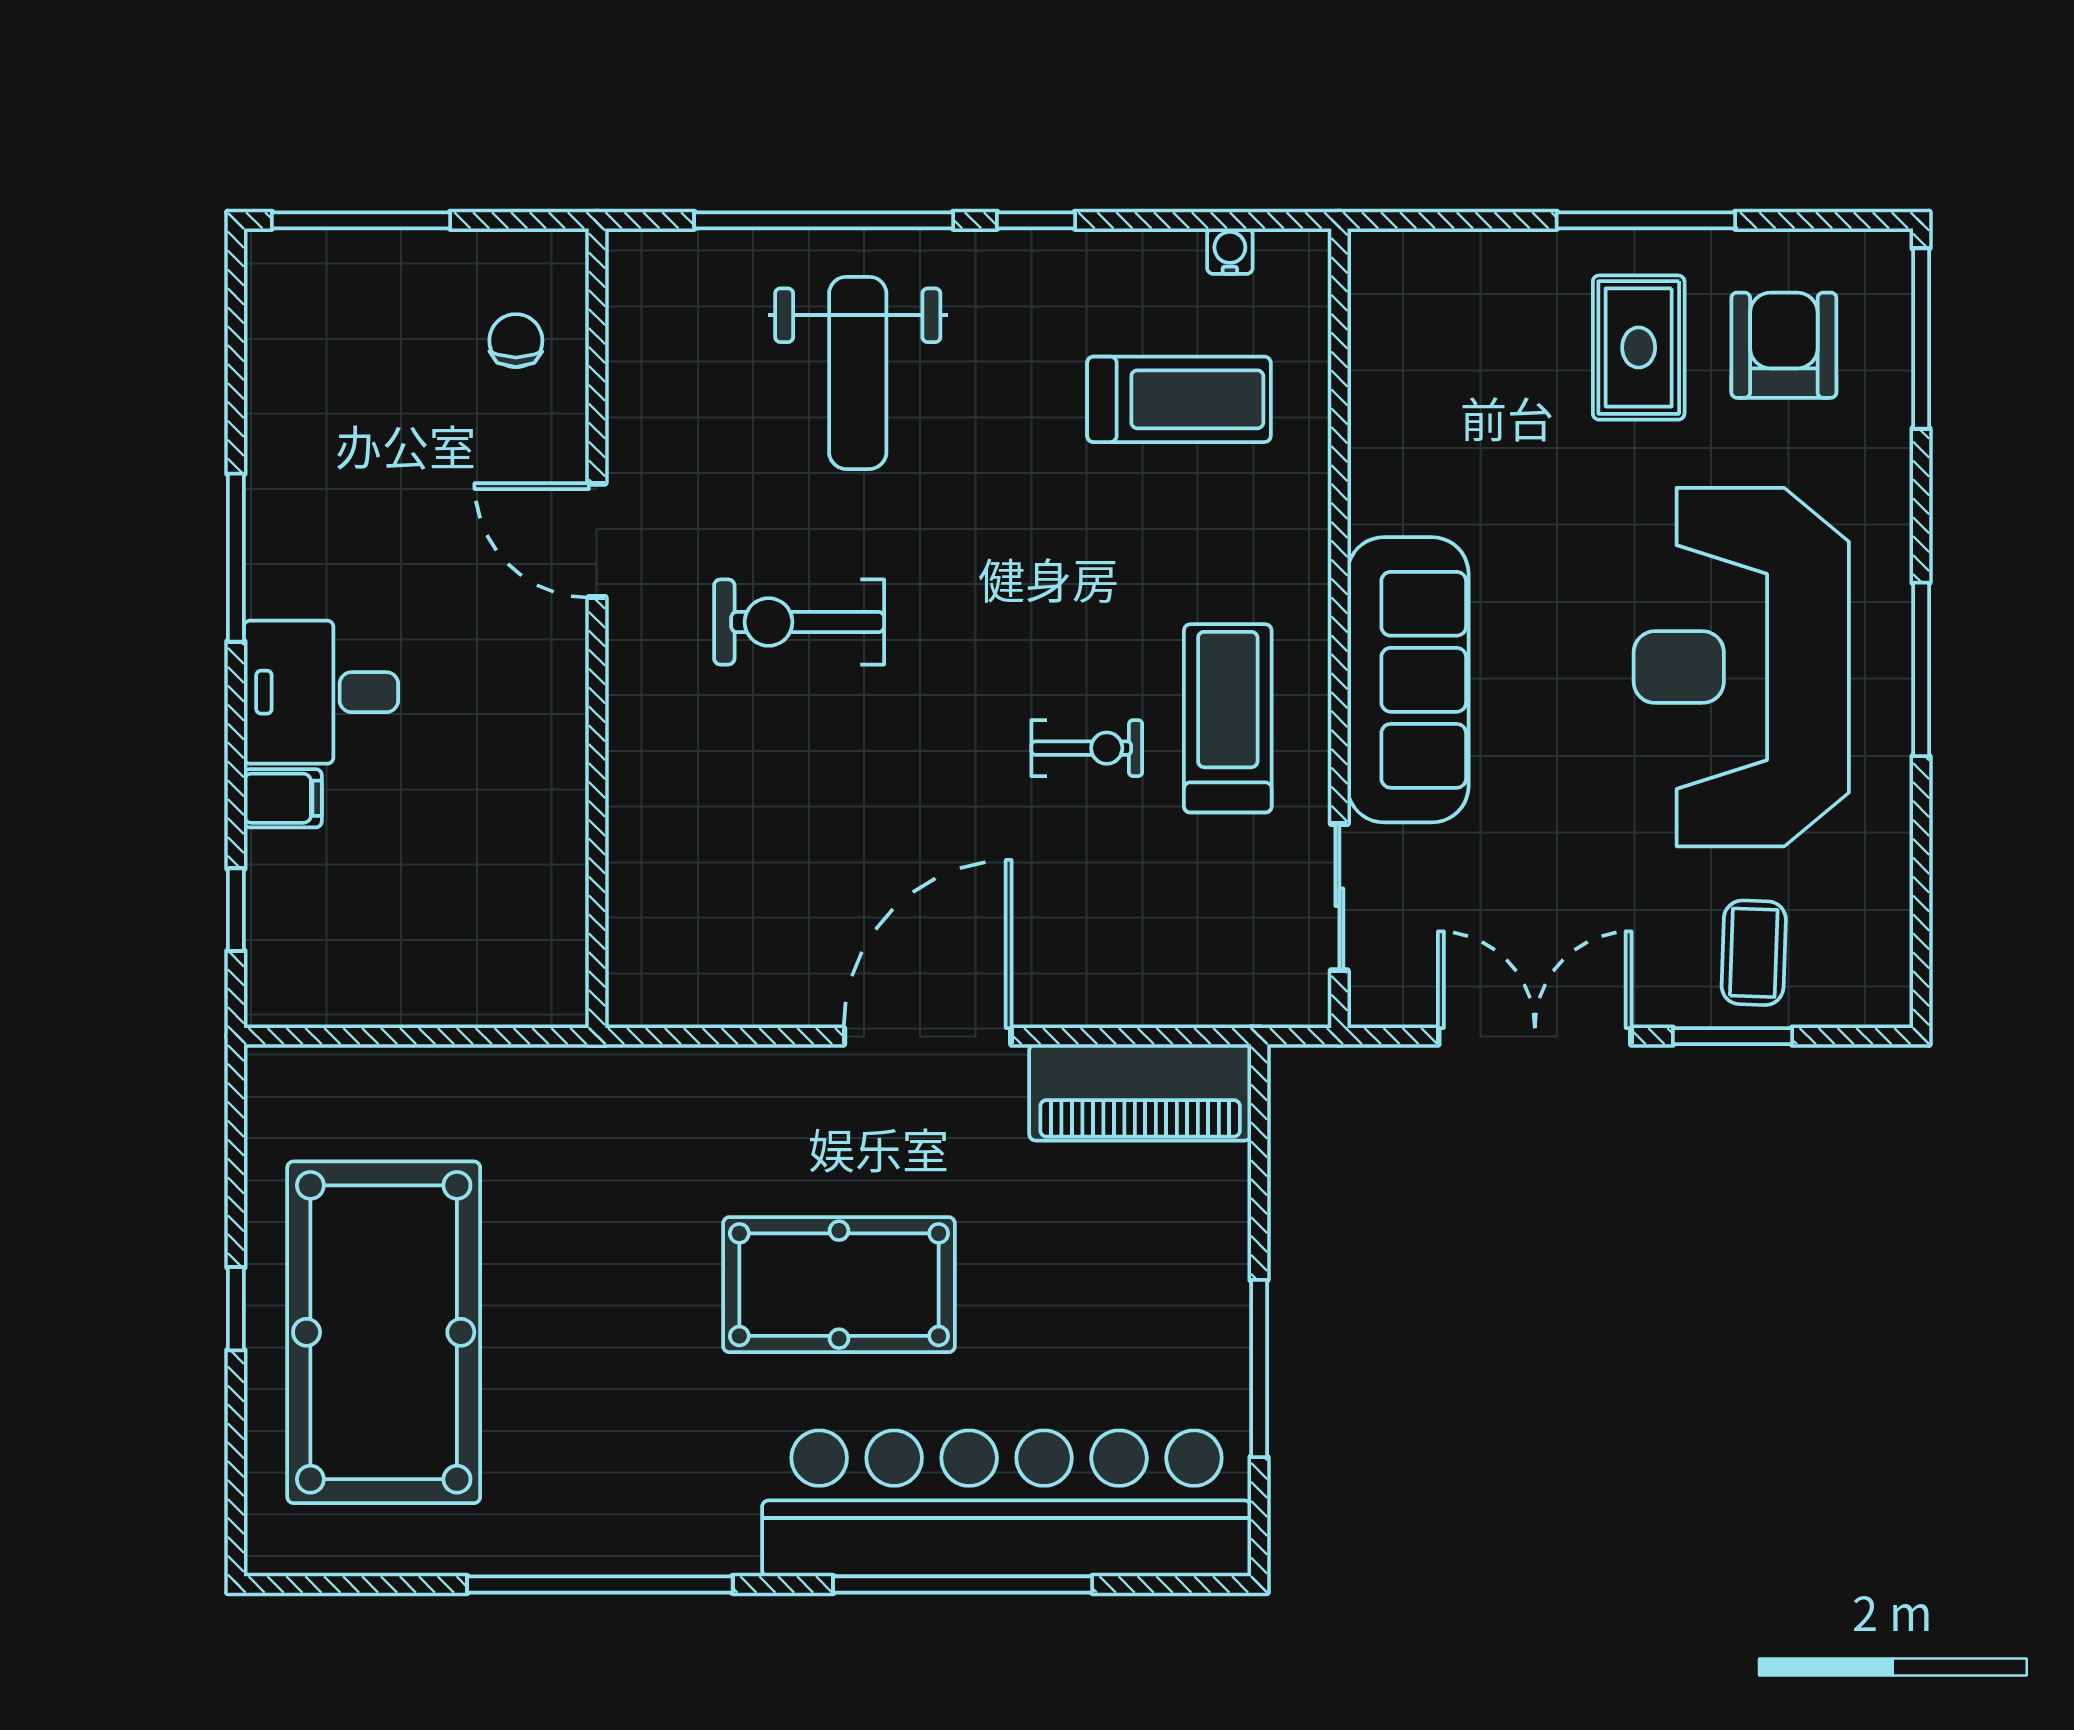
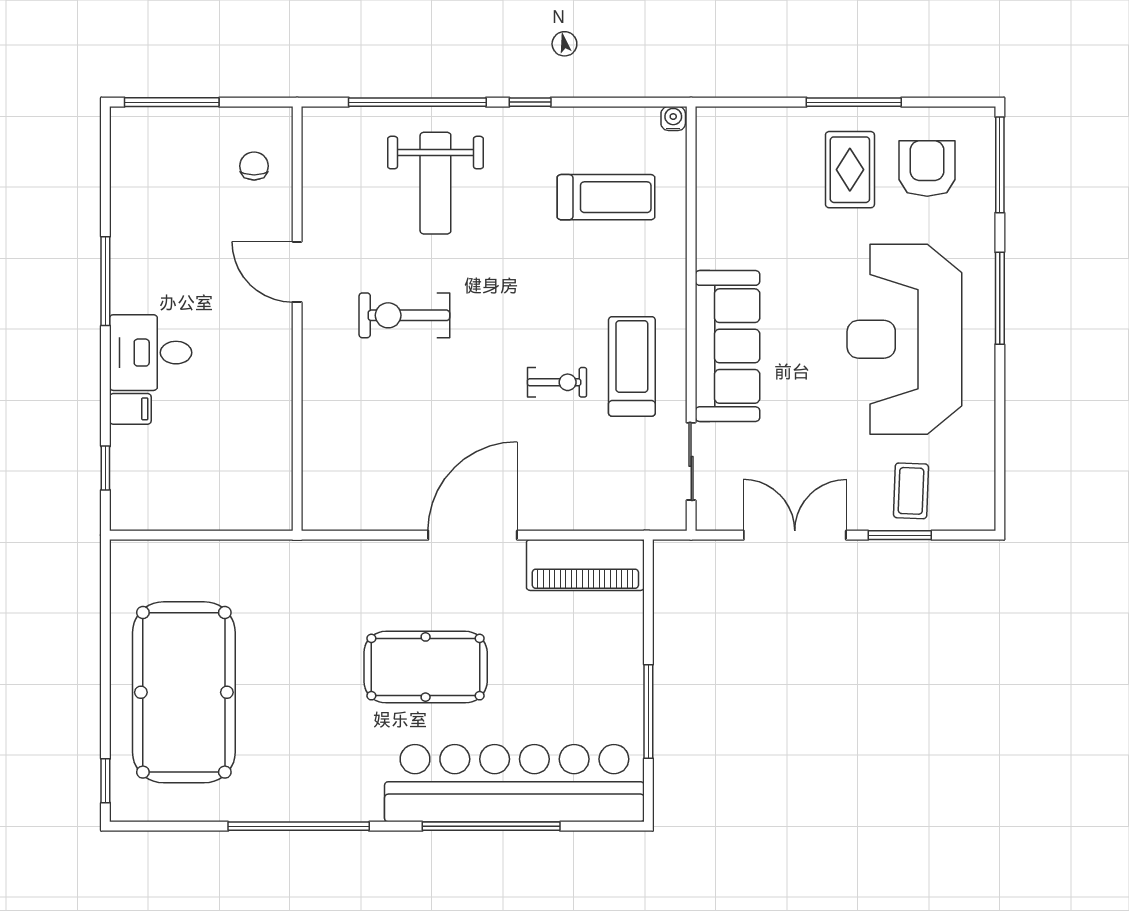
water cooler: (1230, 251) -> (673, 118), moved
window: (1921, 669) -> (1000, 298), moved
window: (236, 1309) -> (105, 781), moved

